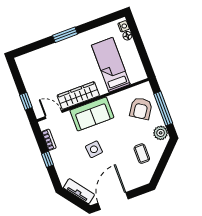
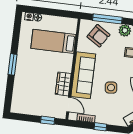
wardrobe: (78, 95) -> (63, 84), width x0.67
door: (54, 114) -> (69, 104), swing flipped
sofa: (92, 114) -> (83, 75), width x1.36

